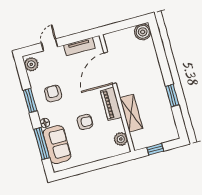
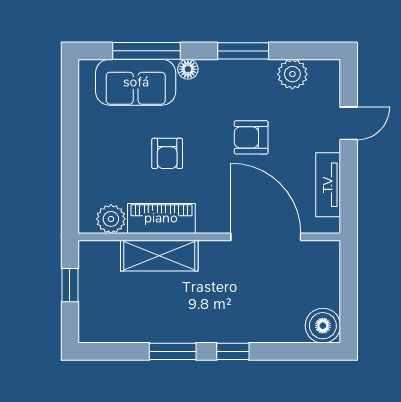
door: (50, 45) -> (349, 123), hinge flipped
plant: (31, 64) -> (292, 74), moved
window: (165, 69) -> (233, 351), added
armchair: (53, 93) -> (251, 137), moved, turned 180
piano: (111, 104) -> (161, 218), moved

